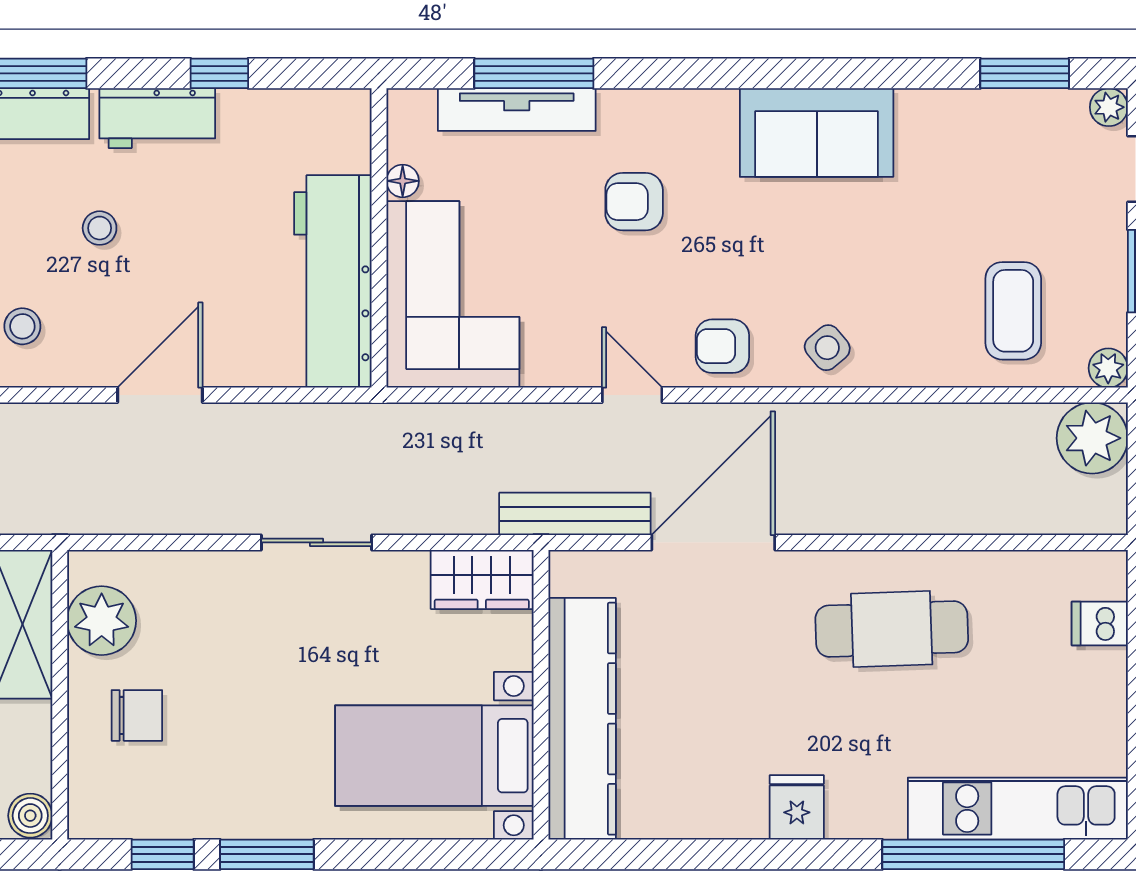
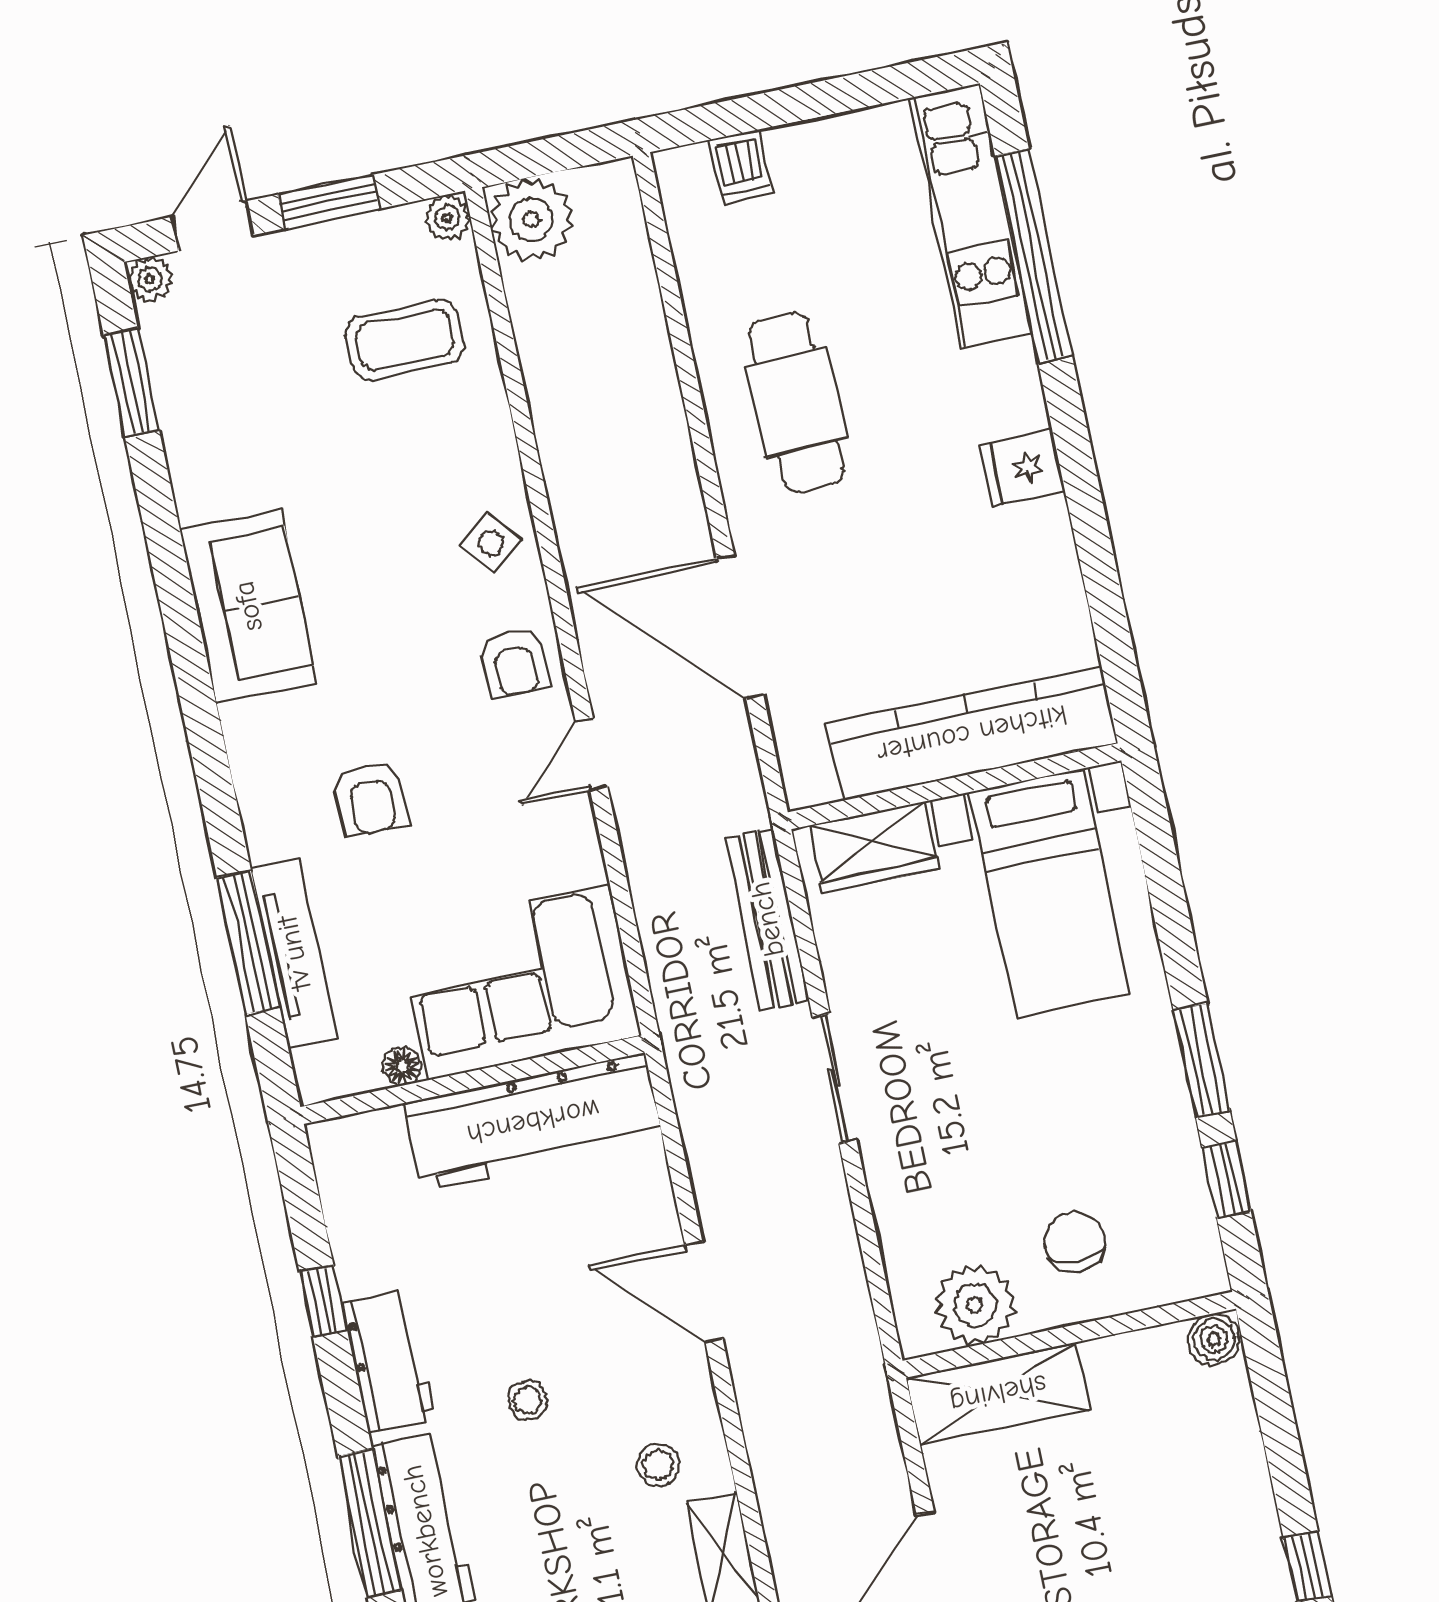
bench: (575, 514) -> (767, 919), moved
wardrobe: (482, 579) -> (875, 847), moved, turned 90

